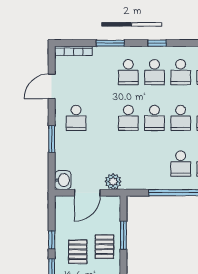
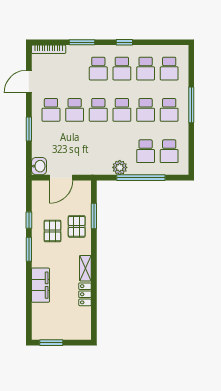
school desk: (102, 118) -> (75, 110), added
plant: (113, 182) -> (120, 167), moved

